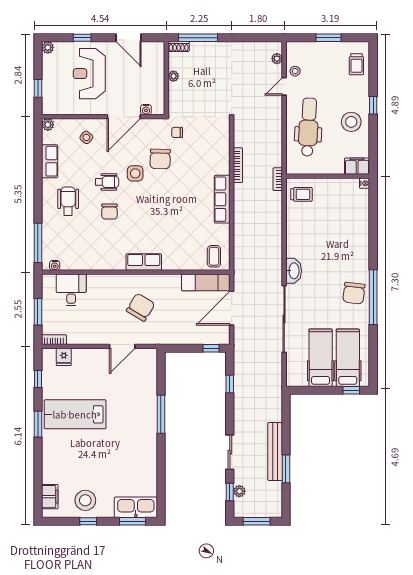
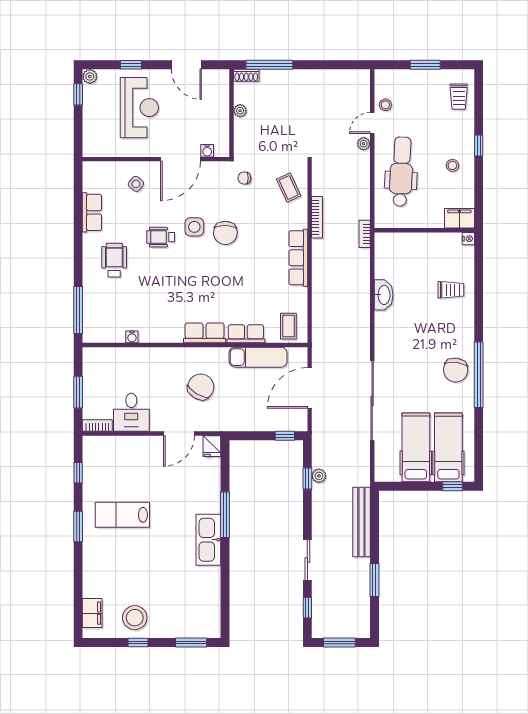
plant: (277, 59) -> (364, 144), moved
reception desk: (89, 74) -> (139, 108), turned 180
window: (38, 88) -> (78, 94), moved
stool: (351, 122) -> (452, 165), width x0.53, depth x0.53
plant: (48, 125) -> (90, 169), removed
coffee table: (214, 140) -> (289, 188), added
chair: (160, 159) -> (225, 233), moved
wheelchair: (107, 182) -> (161, 237), turned 180
trolley: (301, 194) -> (451, 290), moved
chair: (109, 212) -> (164, 272), removed
row of seats: (178, 263) -> (246, 334), added
water cooler: (55, 265) -> (132, 337), moved
washbasin: (294, 271) -> (384, 295), moved
exam couch: (206, 282) -> (258, 357), moved
desk: (71, 290) -> (131, 412), moved, turned 180
fridge: (64, 357) -> (212, 446), moved
lab bench: (75, 414) -> (122, 515), width x0.73, depth x0.72
bench: (275, 452) -> (361, 522), moved
plant: (239, 491) -> (319, 476), moved
kitchen sink: (136, 507) -> (208, 540), moved, turned -90

